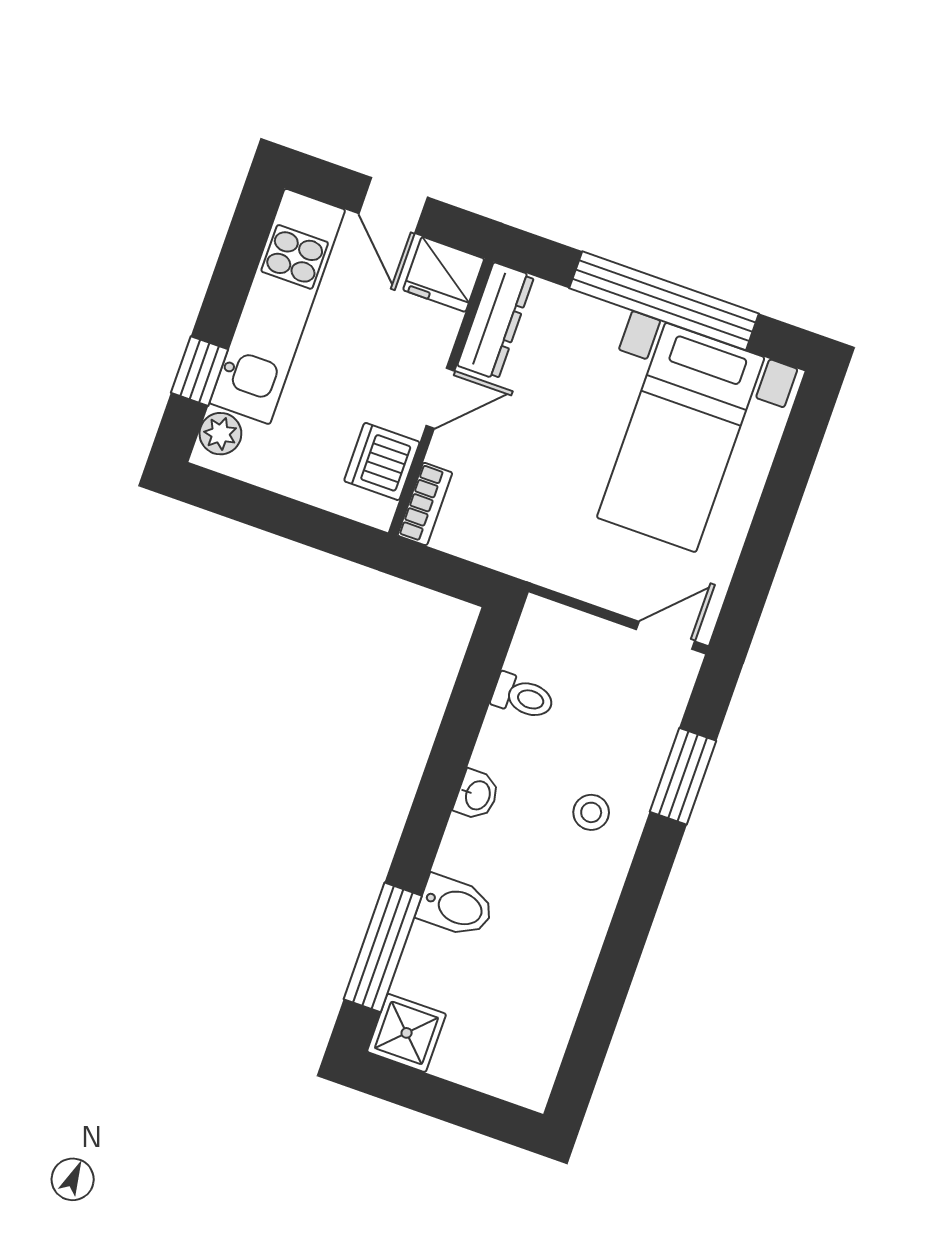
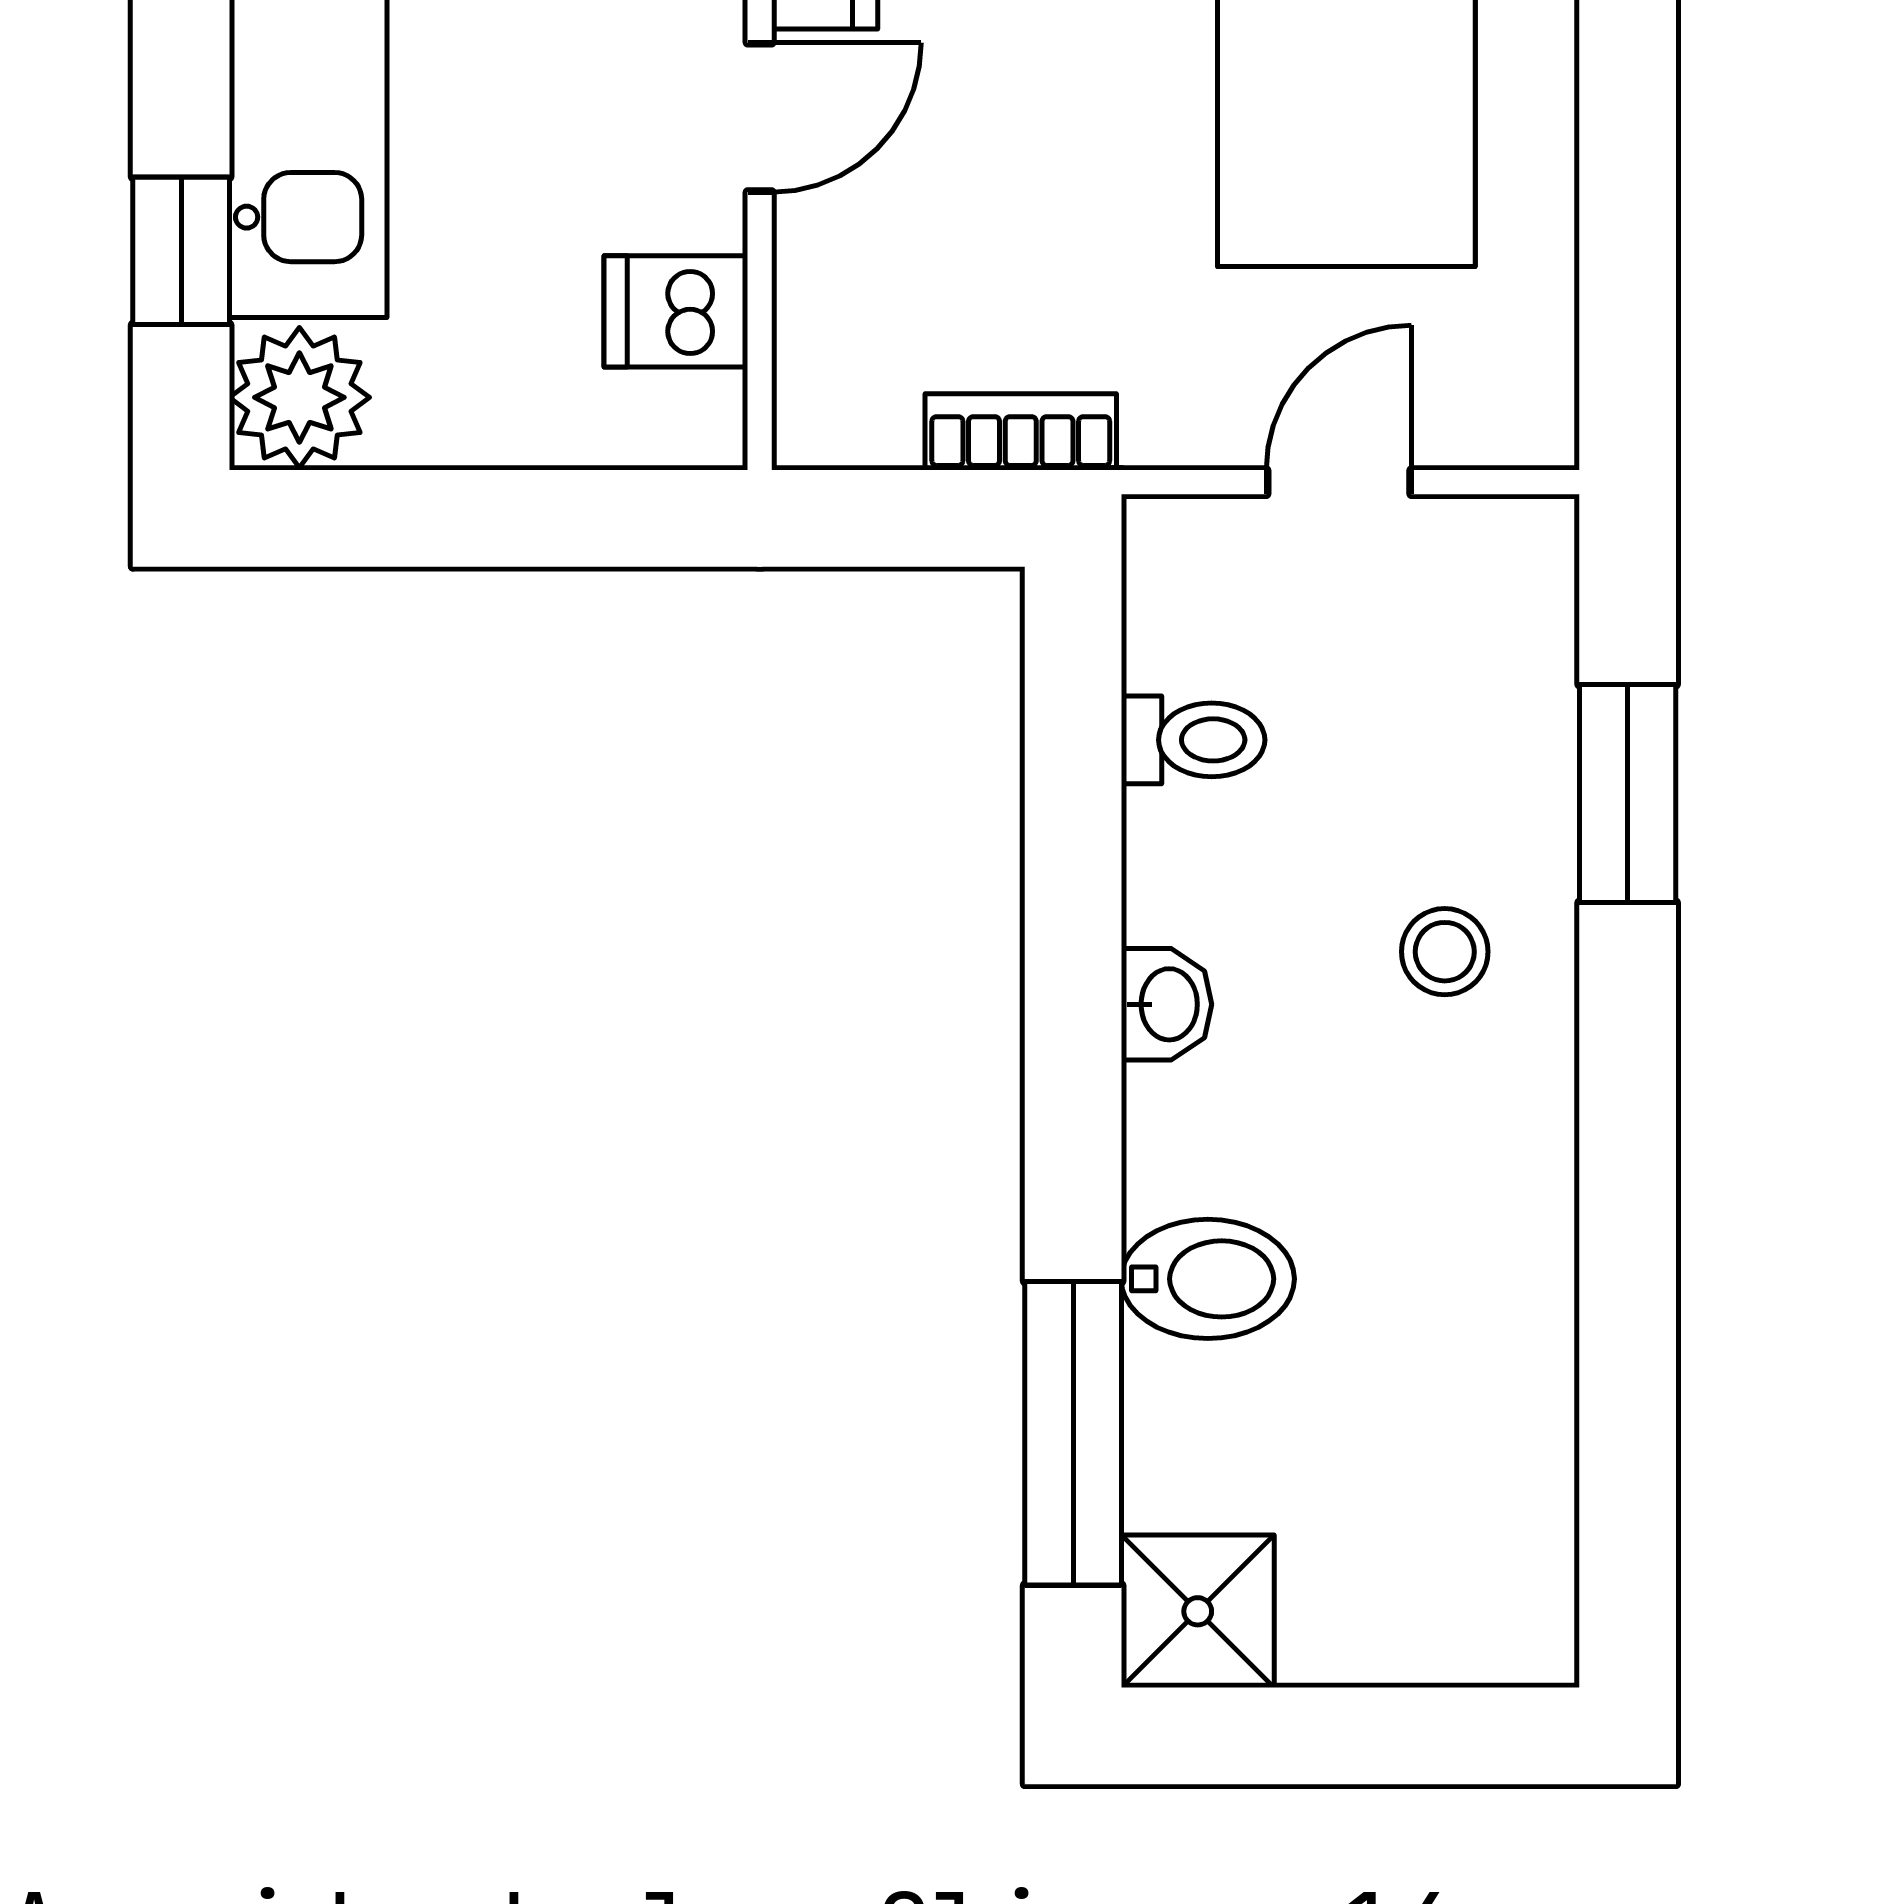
plant: (220, 434) -> (299, 397), width x1.38, depth x1.38
dishwasher: (382, 461) -> (676, 311), width x0.73
bookcase: (425, 504) -> (1021, 432), moved, turned -90
door: (666, 635) -> (1339, 482), moved

